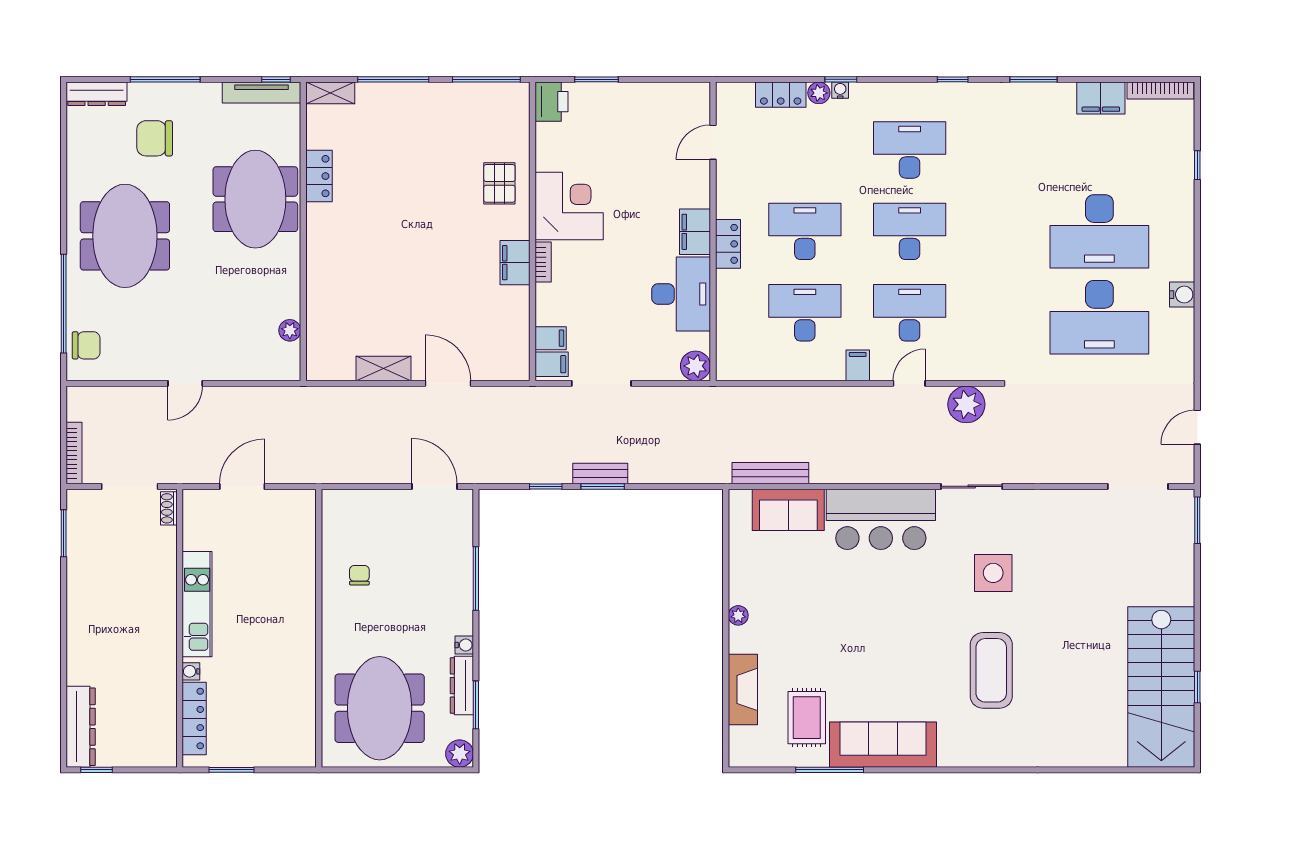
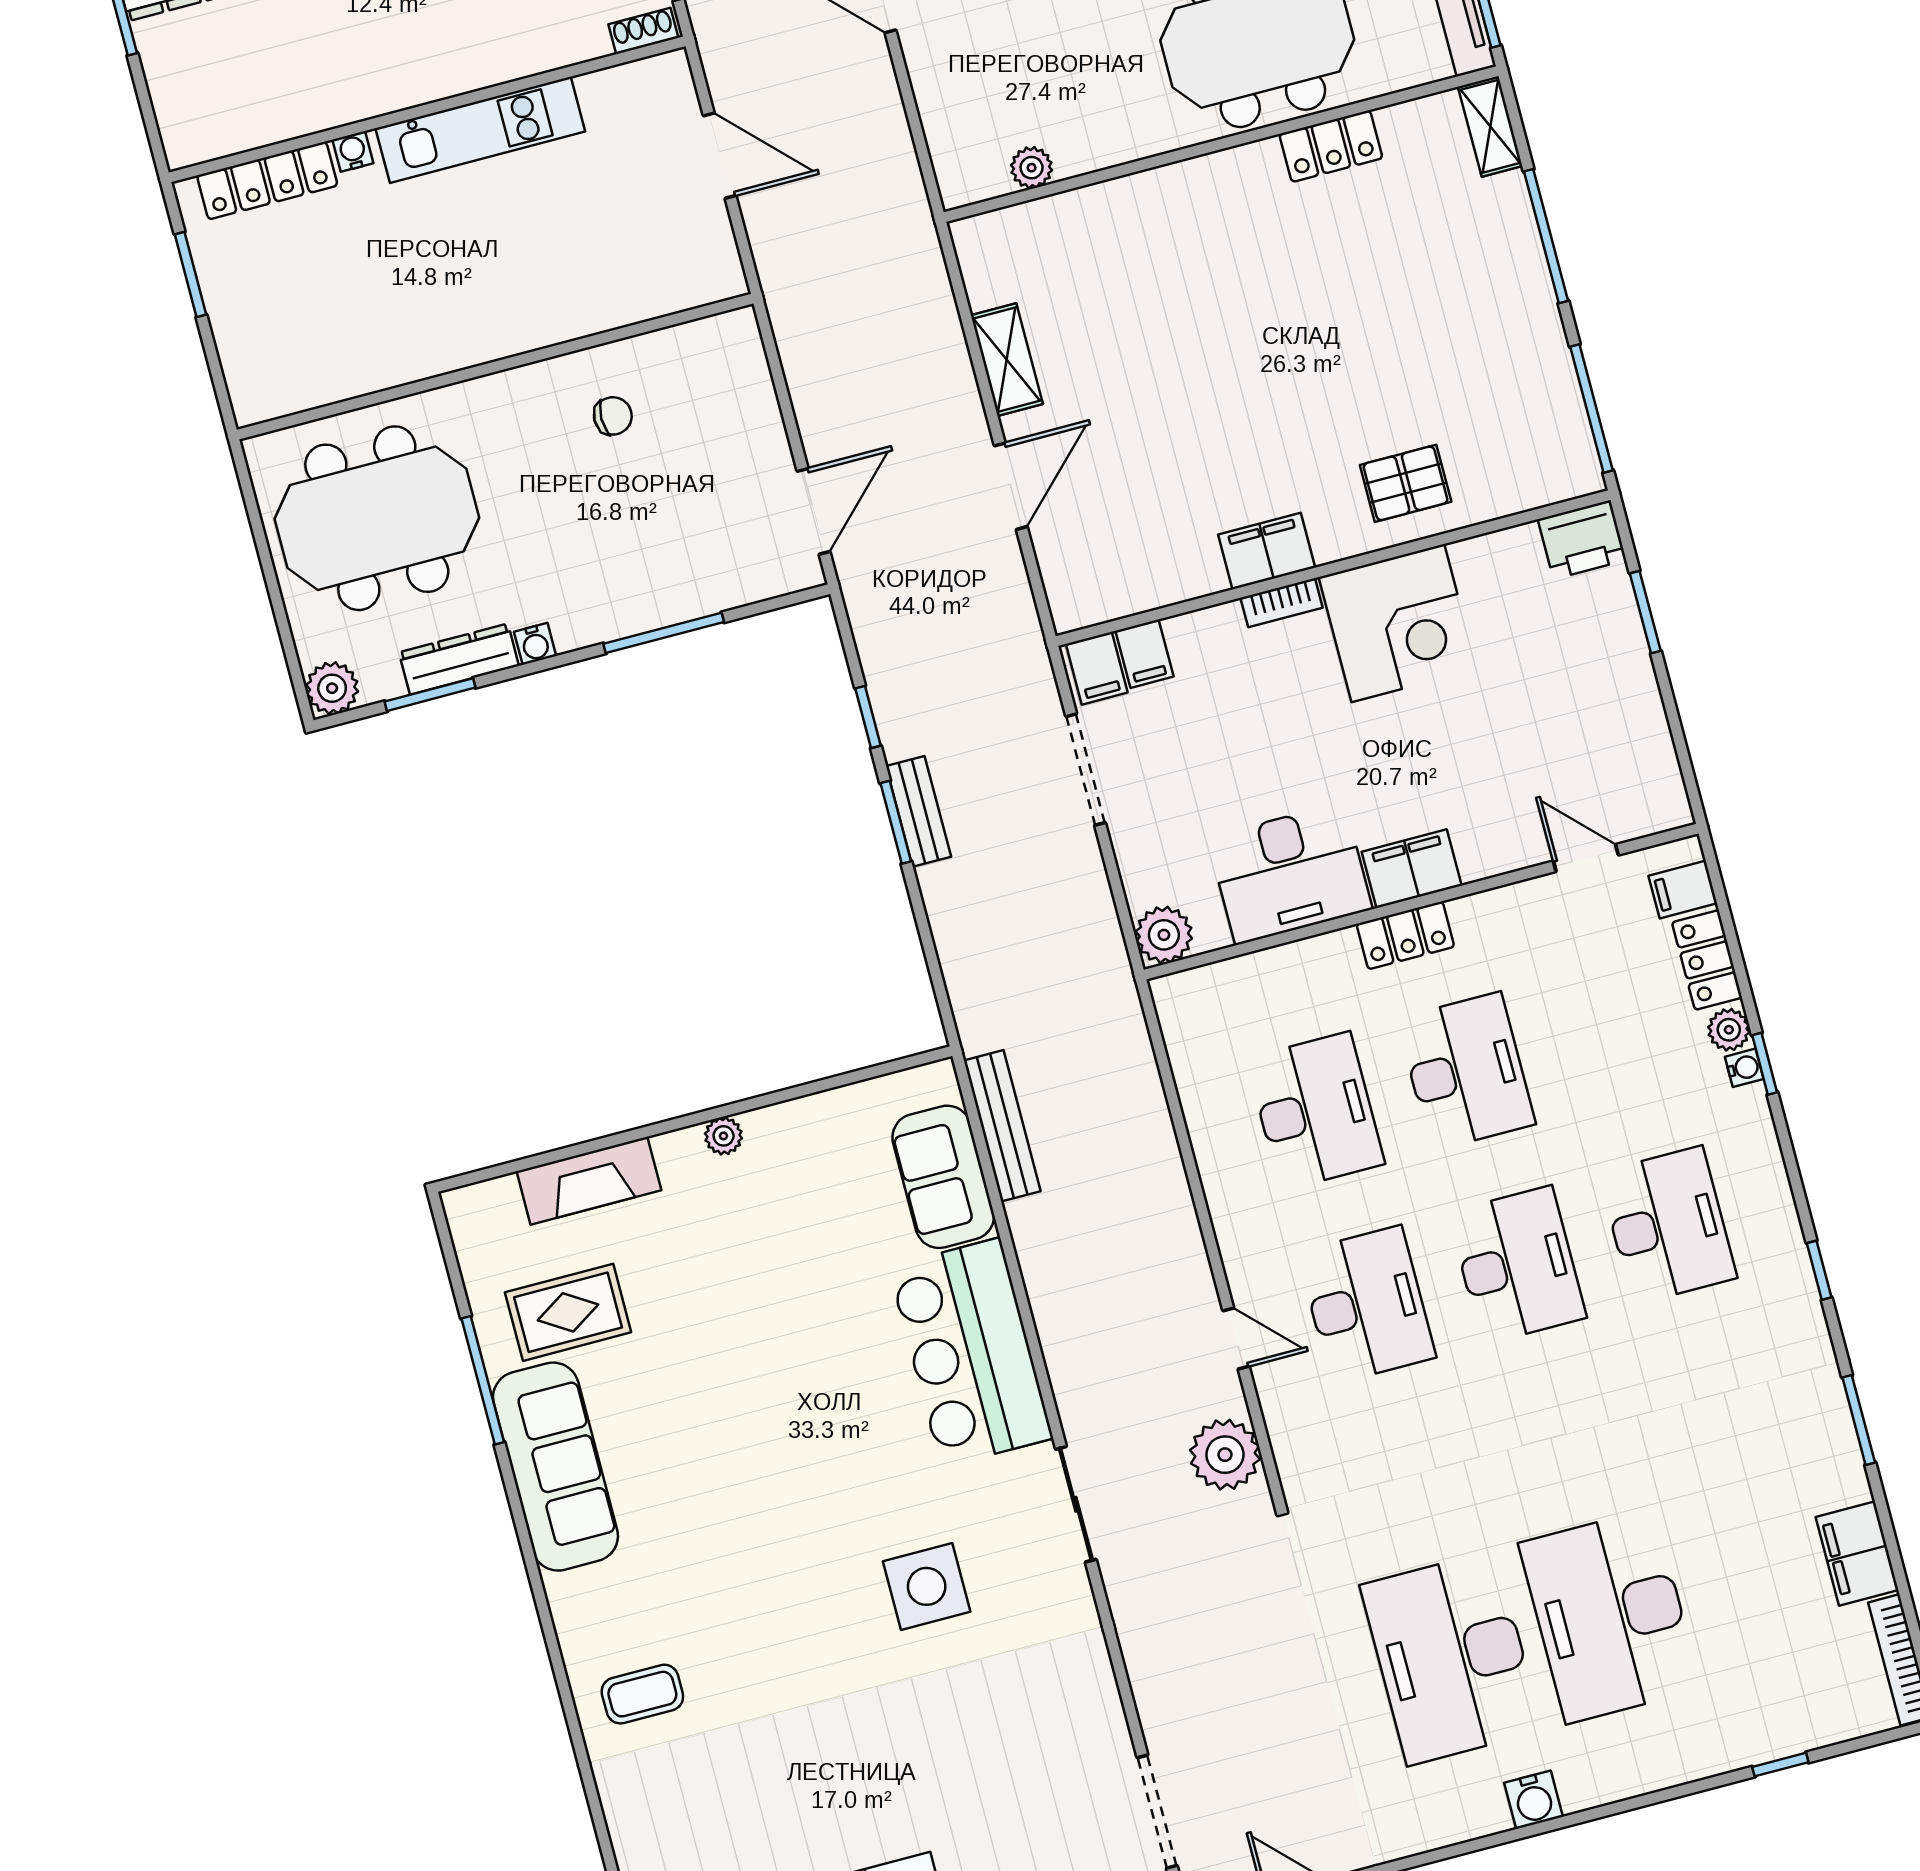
filing cabinet: (858, 365) -> (1683, 890), moved, turned 180
coffee table: (991, 670) -> (642, 1694), moved, width x0.54, depth x0.58

